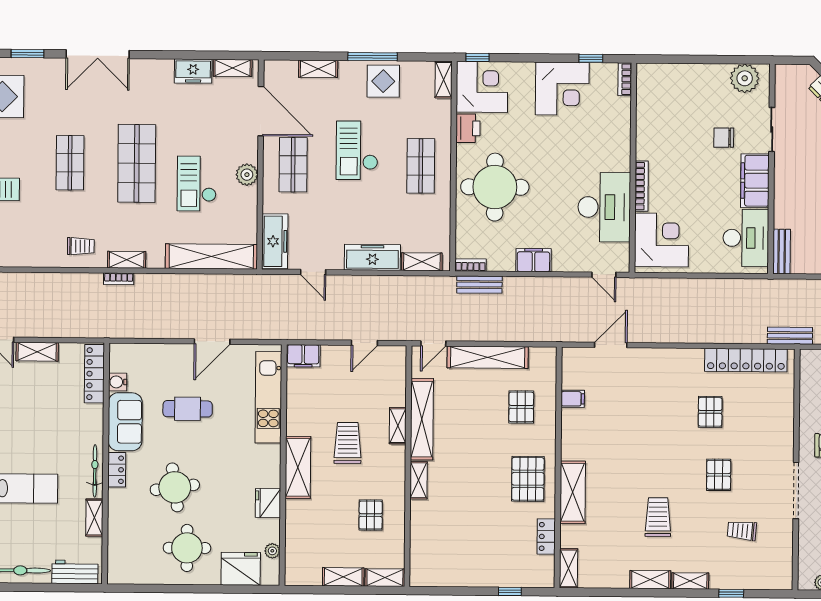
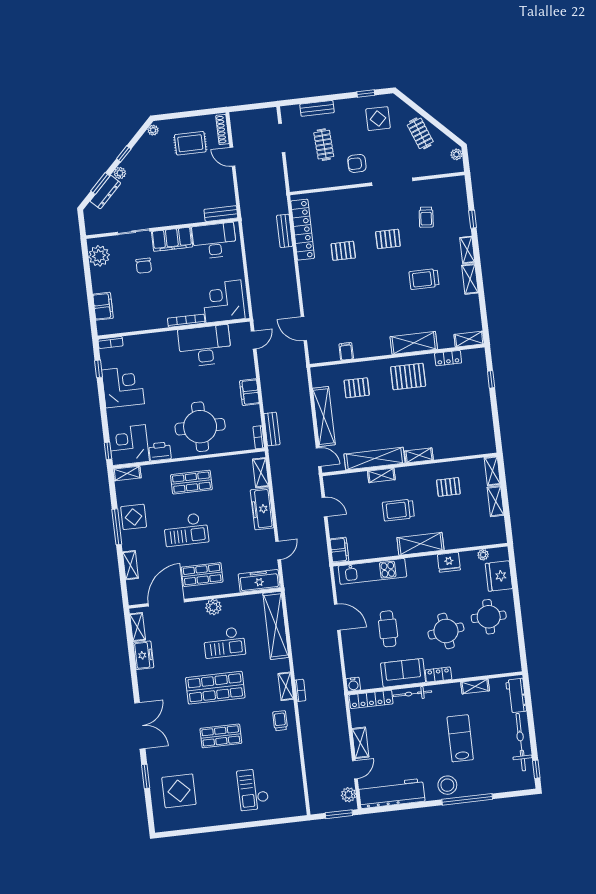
filing cabinet: (675, 75) -> (103, 306), added
bench: (790, 336) -> (285, 231), moved
water cooler: (118, 382) -> (353, 684), moved
bicycle: (95, 471) -> (412, 694), moved

